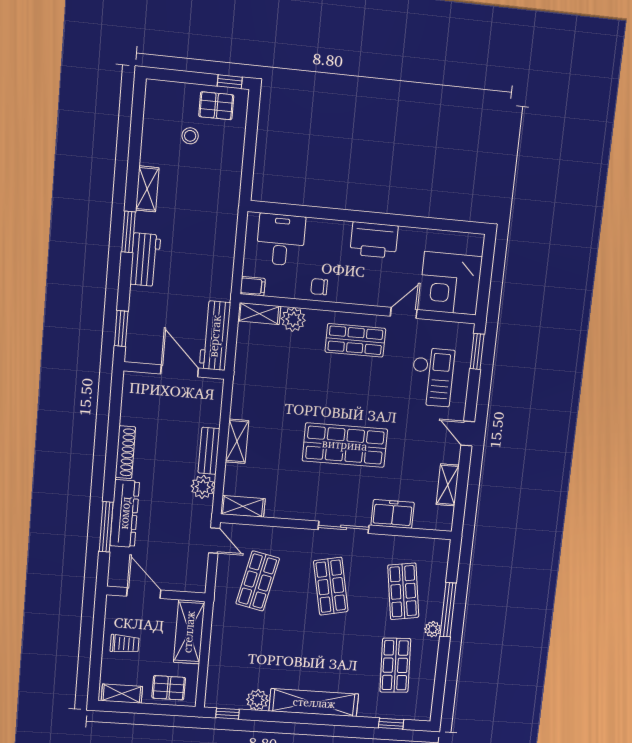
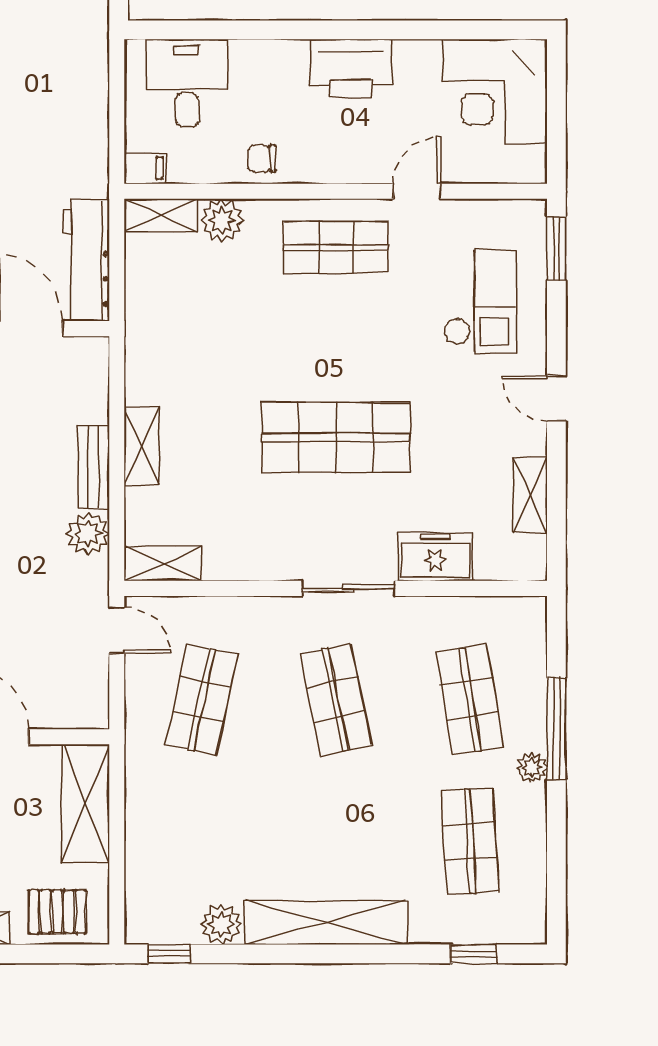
corner desk: (450, 283) -> (495, 91), moved

